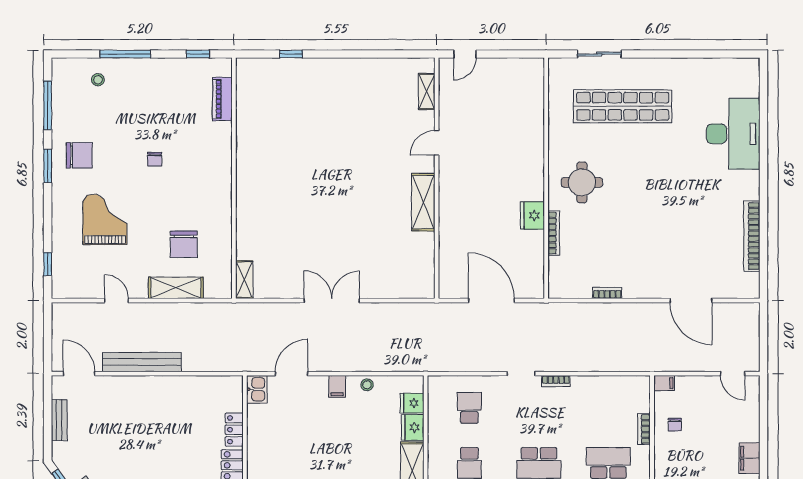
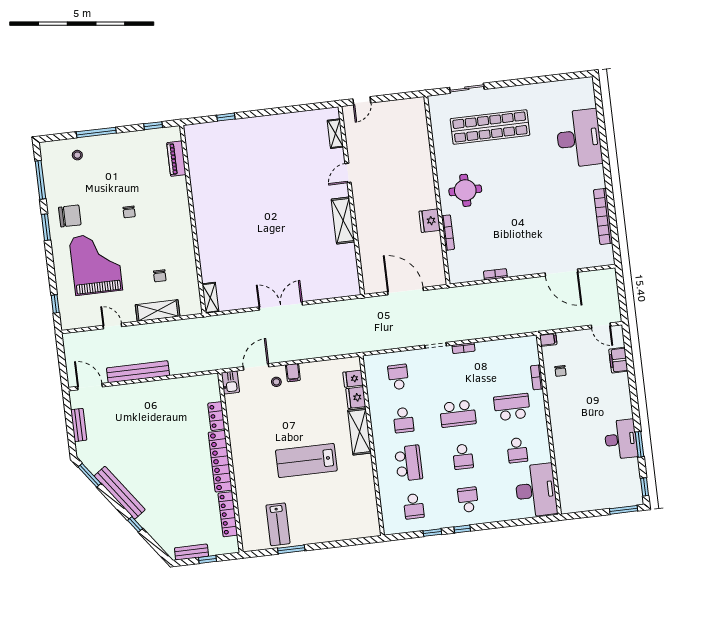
grand piano: (105, 219) -> (96, 264), width x1.37, depth x1.48
chair: (184, 244) -> (160, 276), width x0.54, depth x0.54
stool: (367, 385) -> (276, 382), moved
filing cabinet: (749, 458) -> (618, 360), moved

